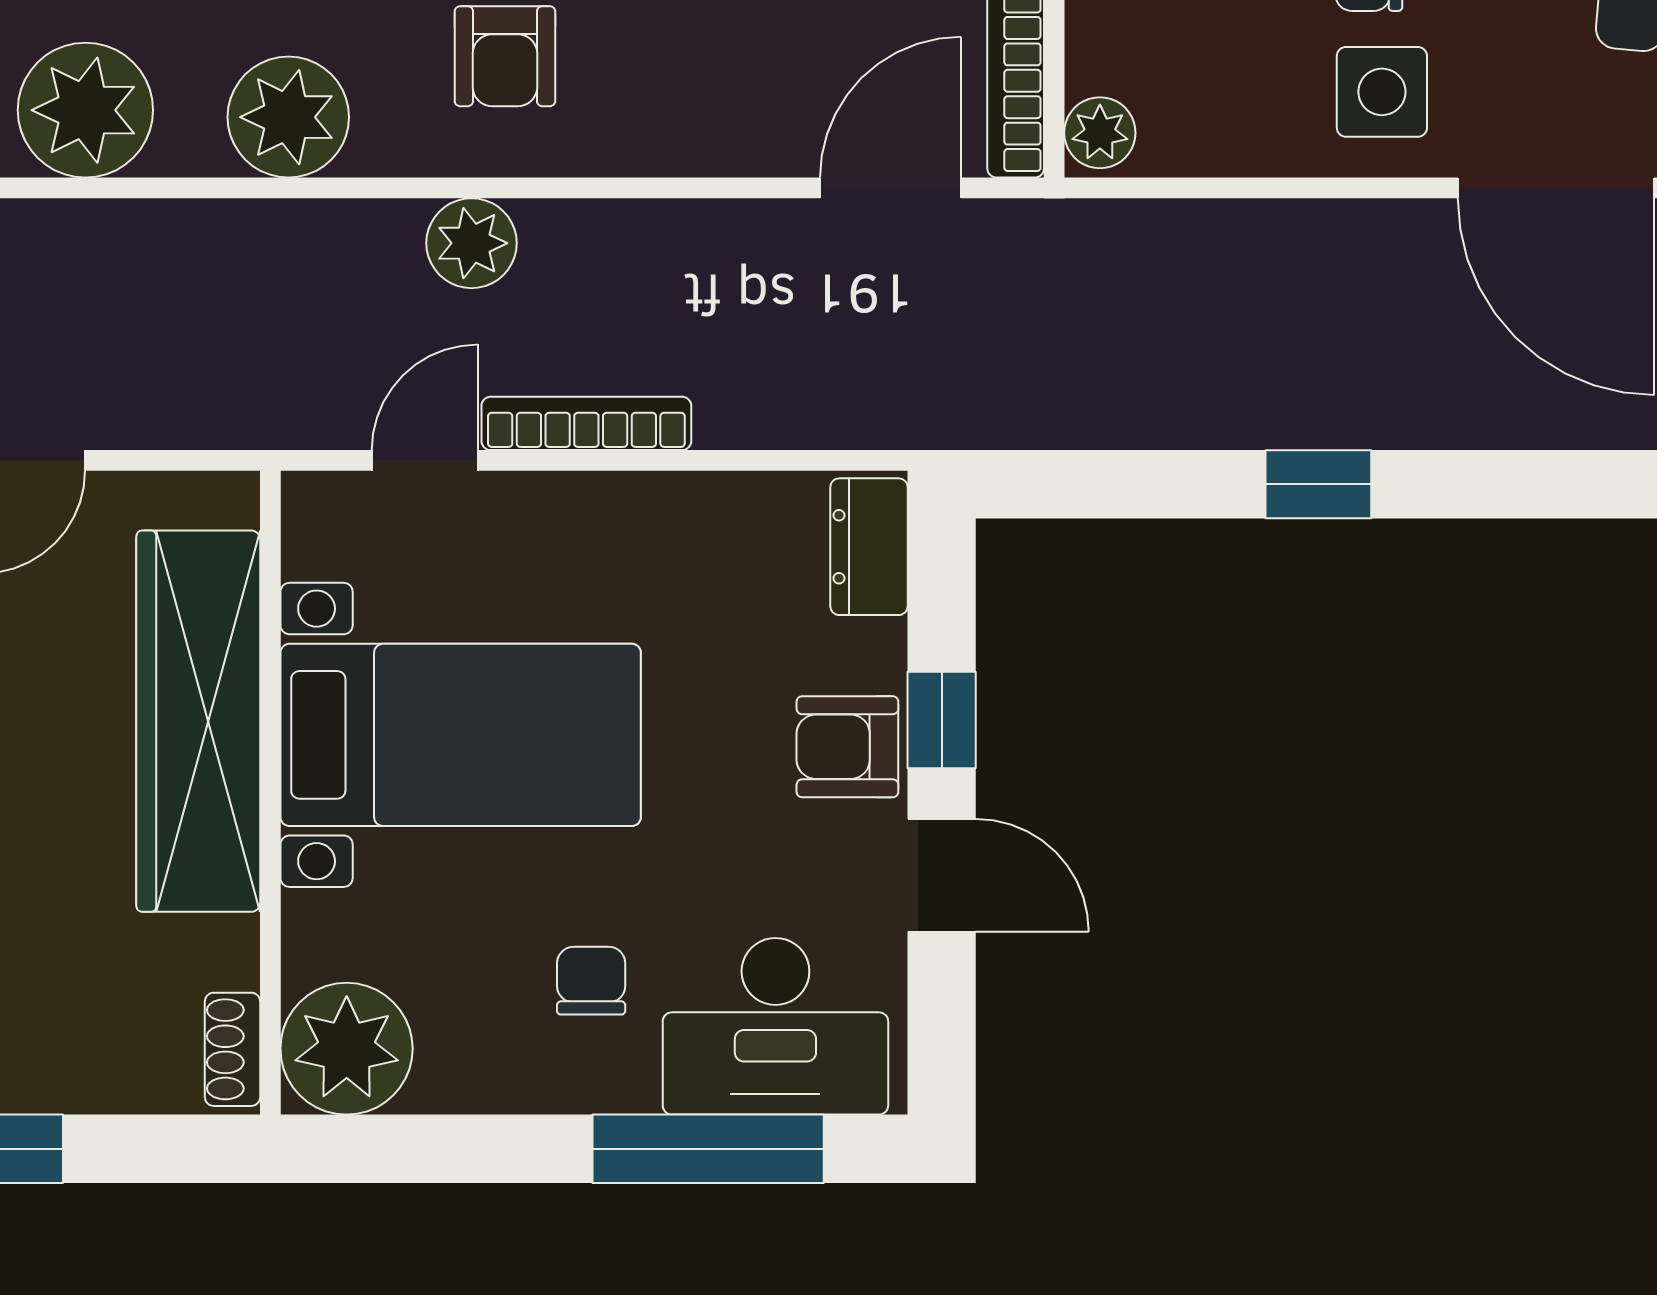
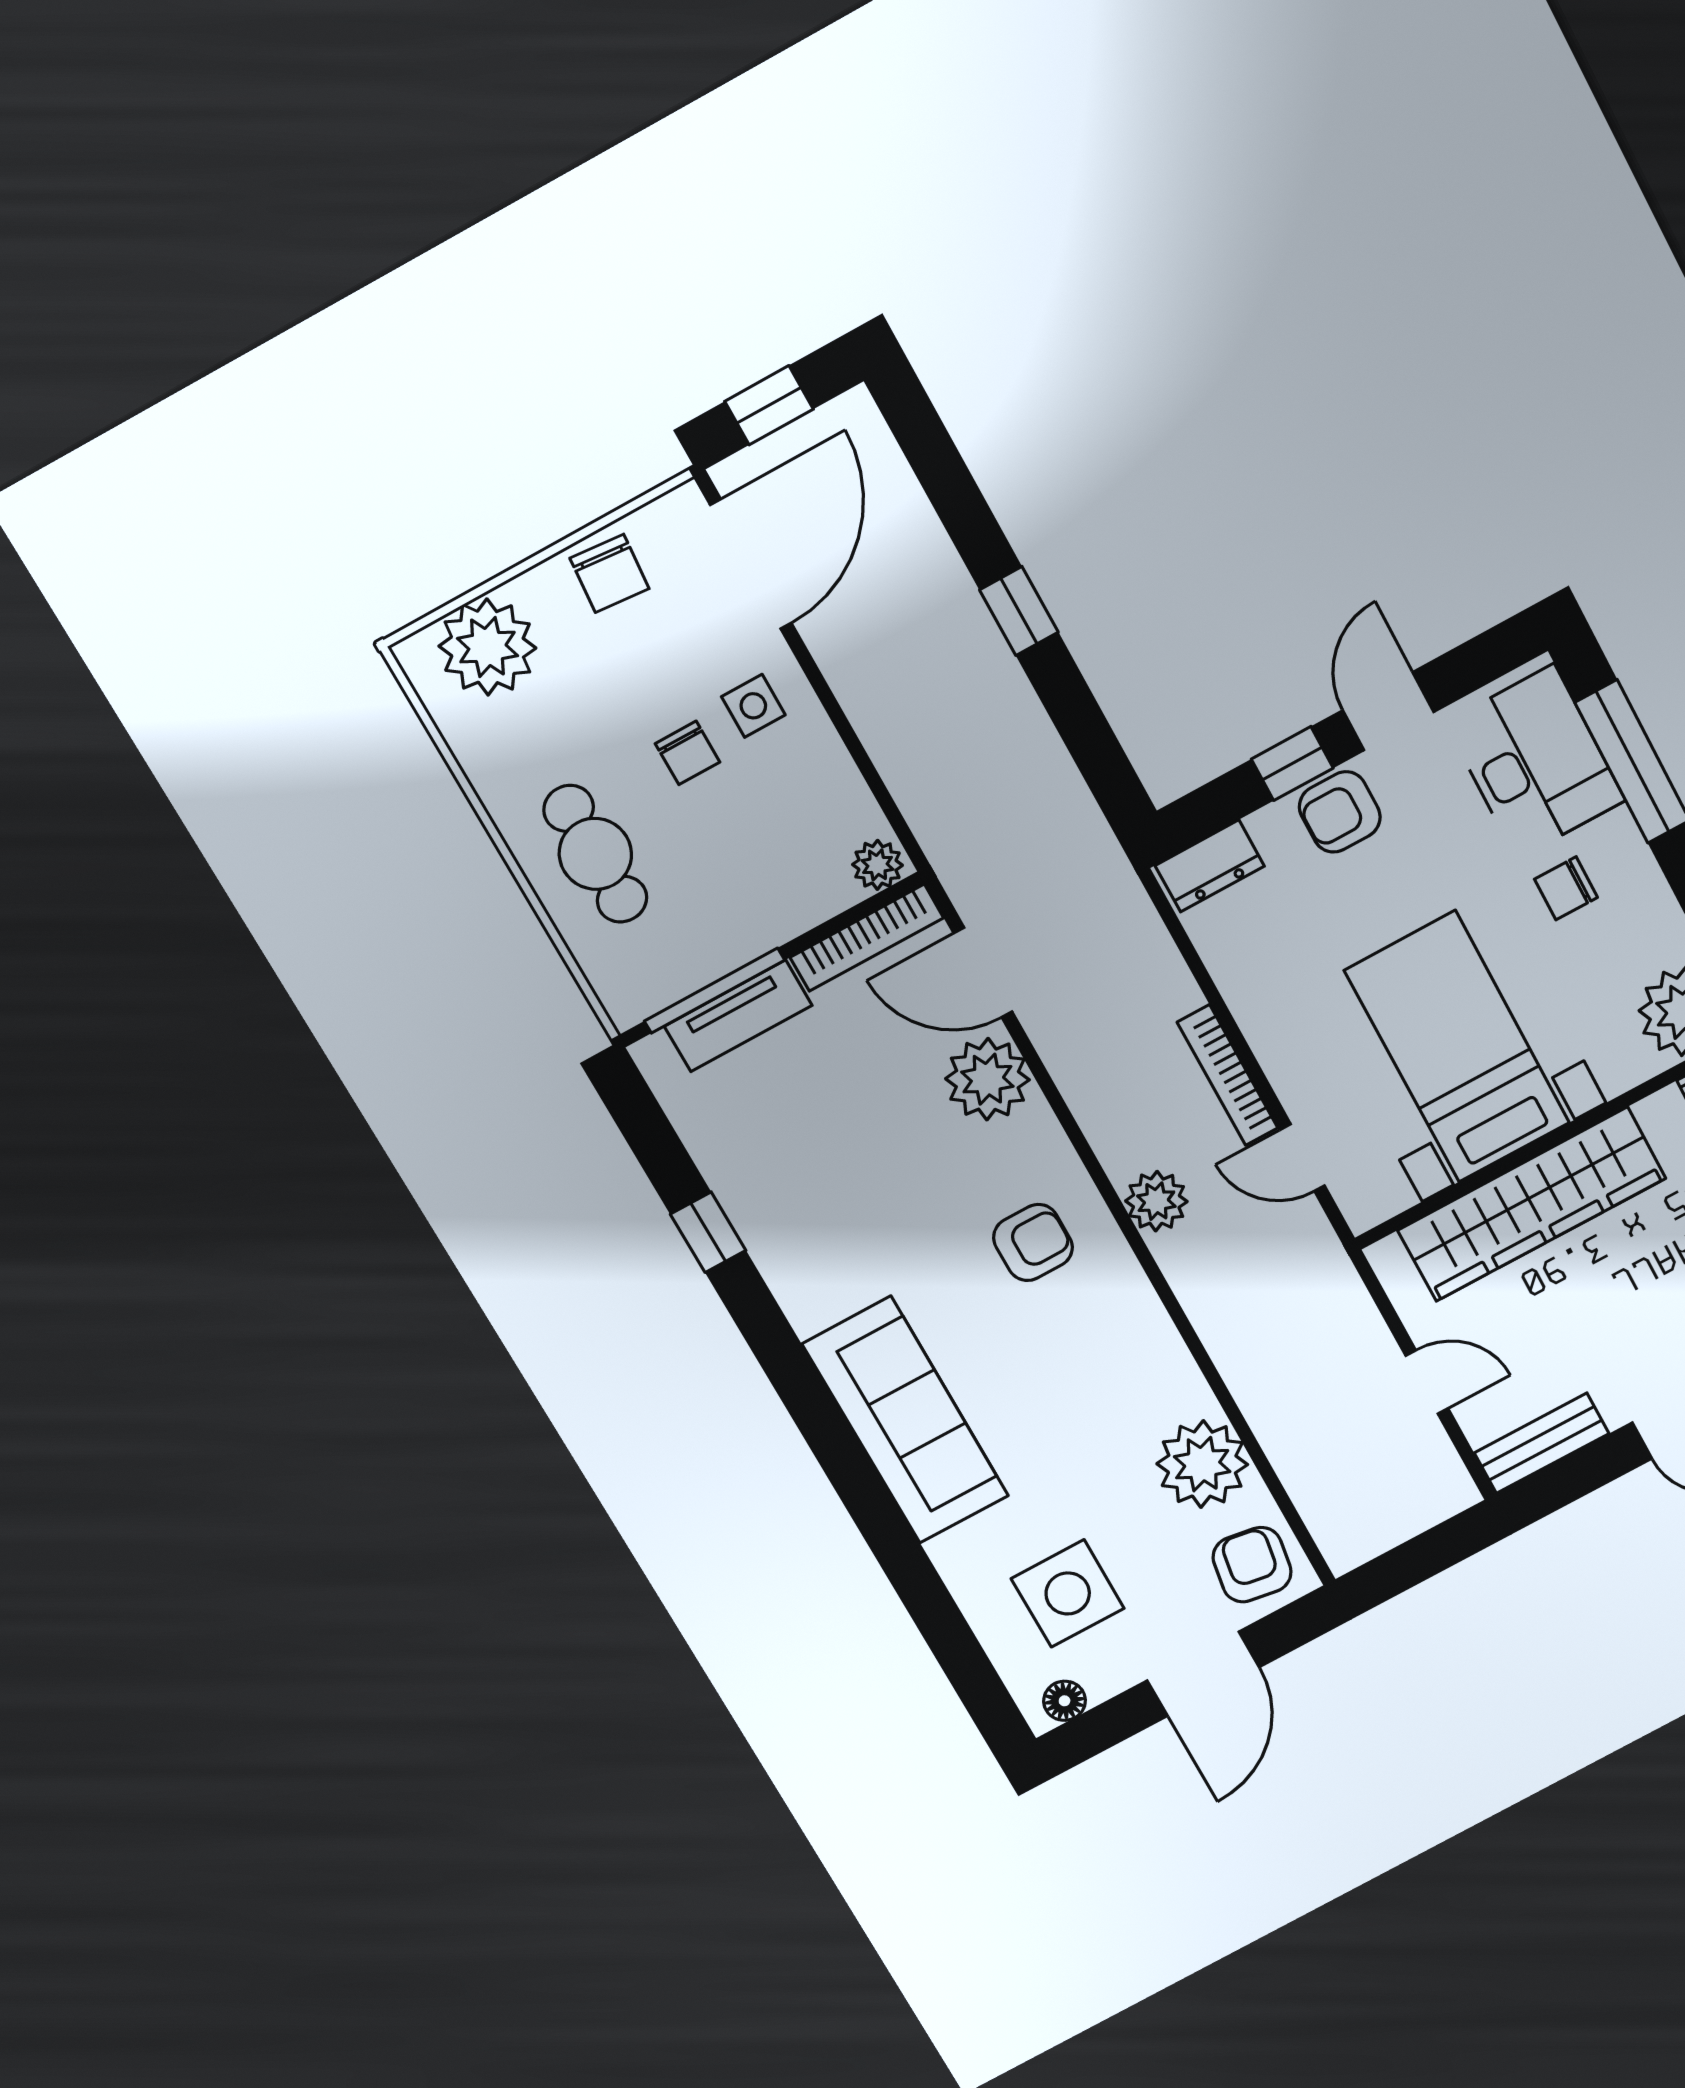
side table: (1382, 92) -> (753, 706), width x0.73, depth x0.73
plant: (288, 117) -> (987, 1079), moved
armchair: (847, 747) -> (1340, 812), turned 90

